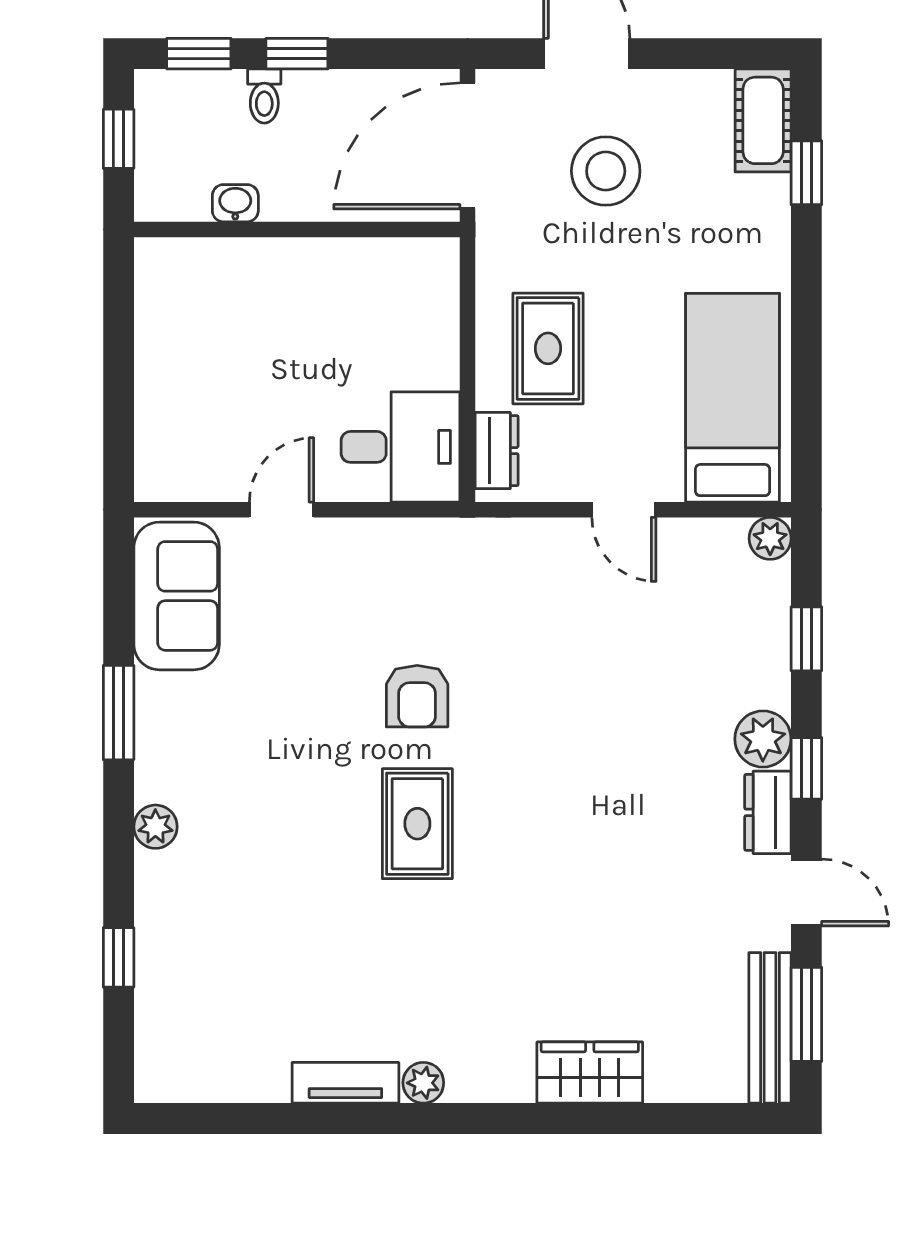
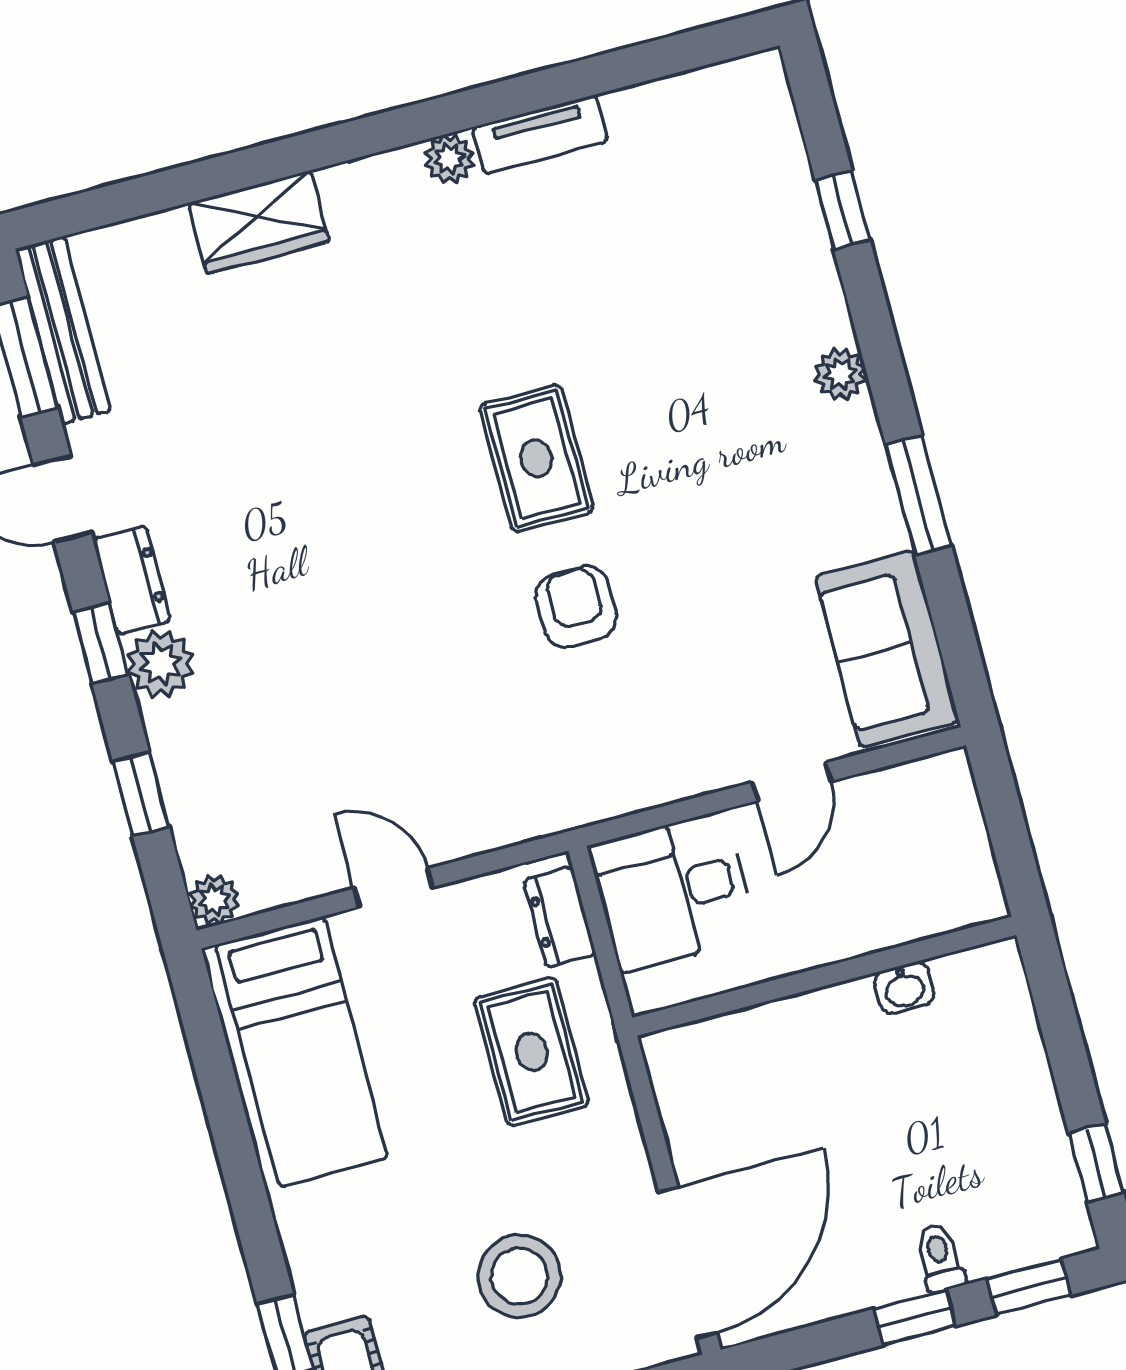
washbasin: (235, 203) -> (904, 988), moved
wall: (297, 229) -> (824, 976), moved

